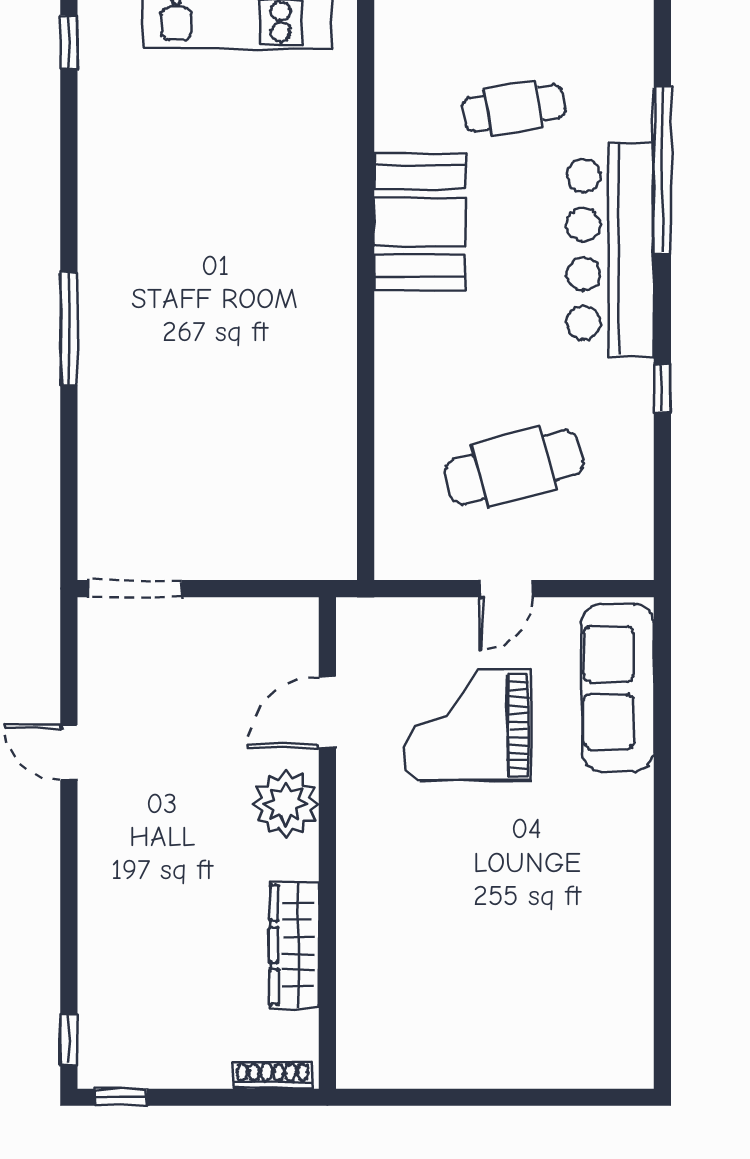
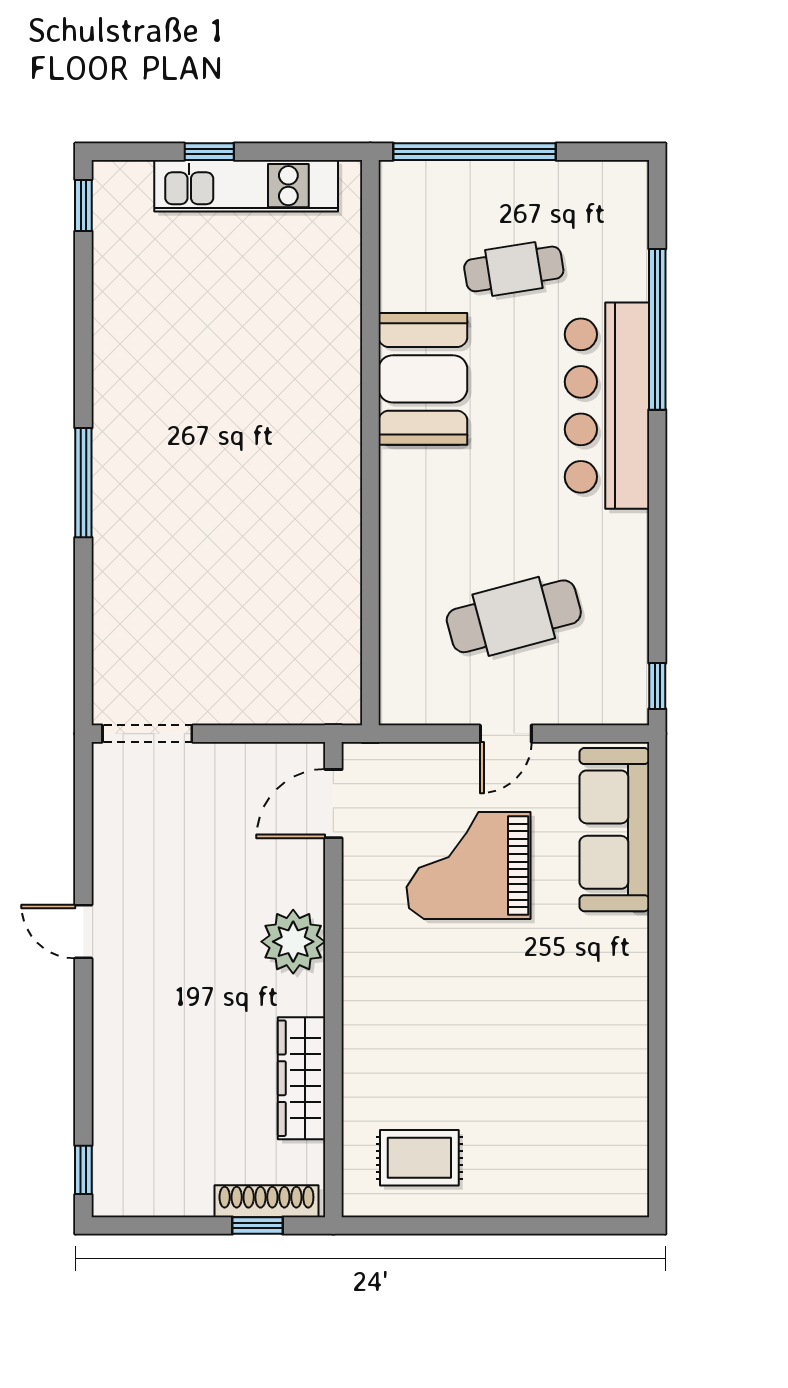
window: (662, 388) -> (657, 686), moved
door: (327, 712) -> (333, 804), moved
door: (69, 753) -> (83, 932), moved
rug: (416, 1027) -> (419, 1158), added
shoe rack: (272, 1075) -> (266, 1201), width x1.36, depth x1.24
window: (120, 1097) -> (257, 1226), moved

